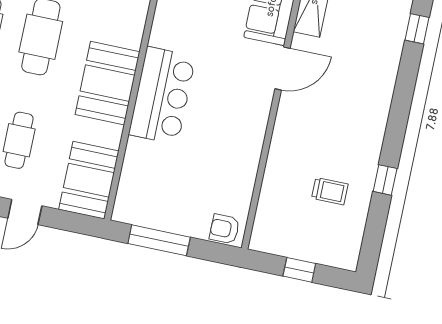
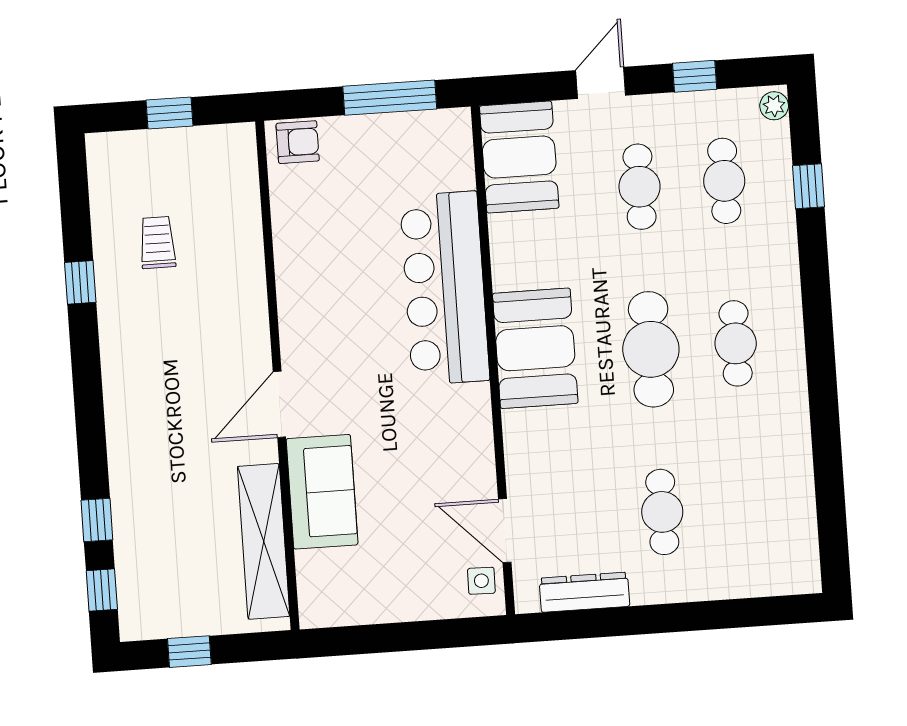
booth: (108, 83) -> (535, 348), moved
bar counter: (162, 95) -> (445, 288), width x1.36
trolley: (330, 191) -> (157, 243), turned 90

